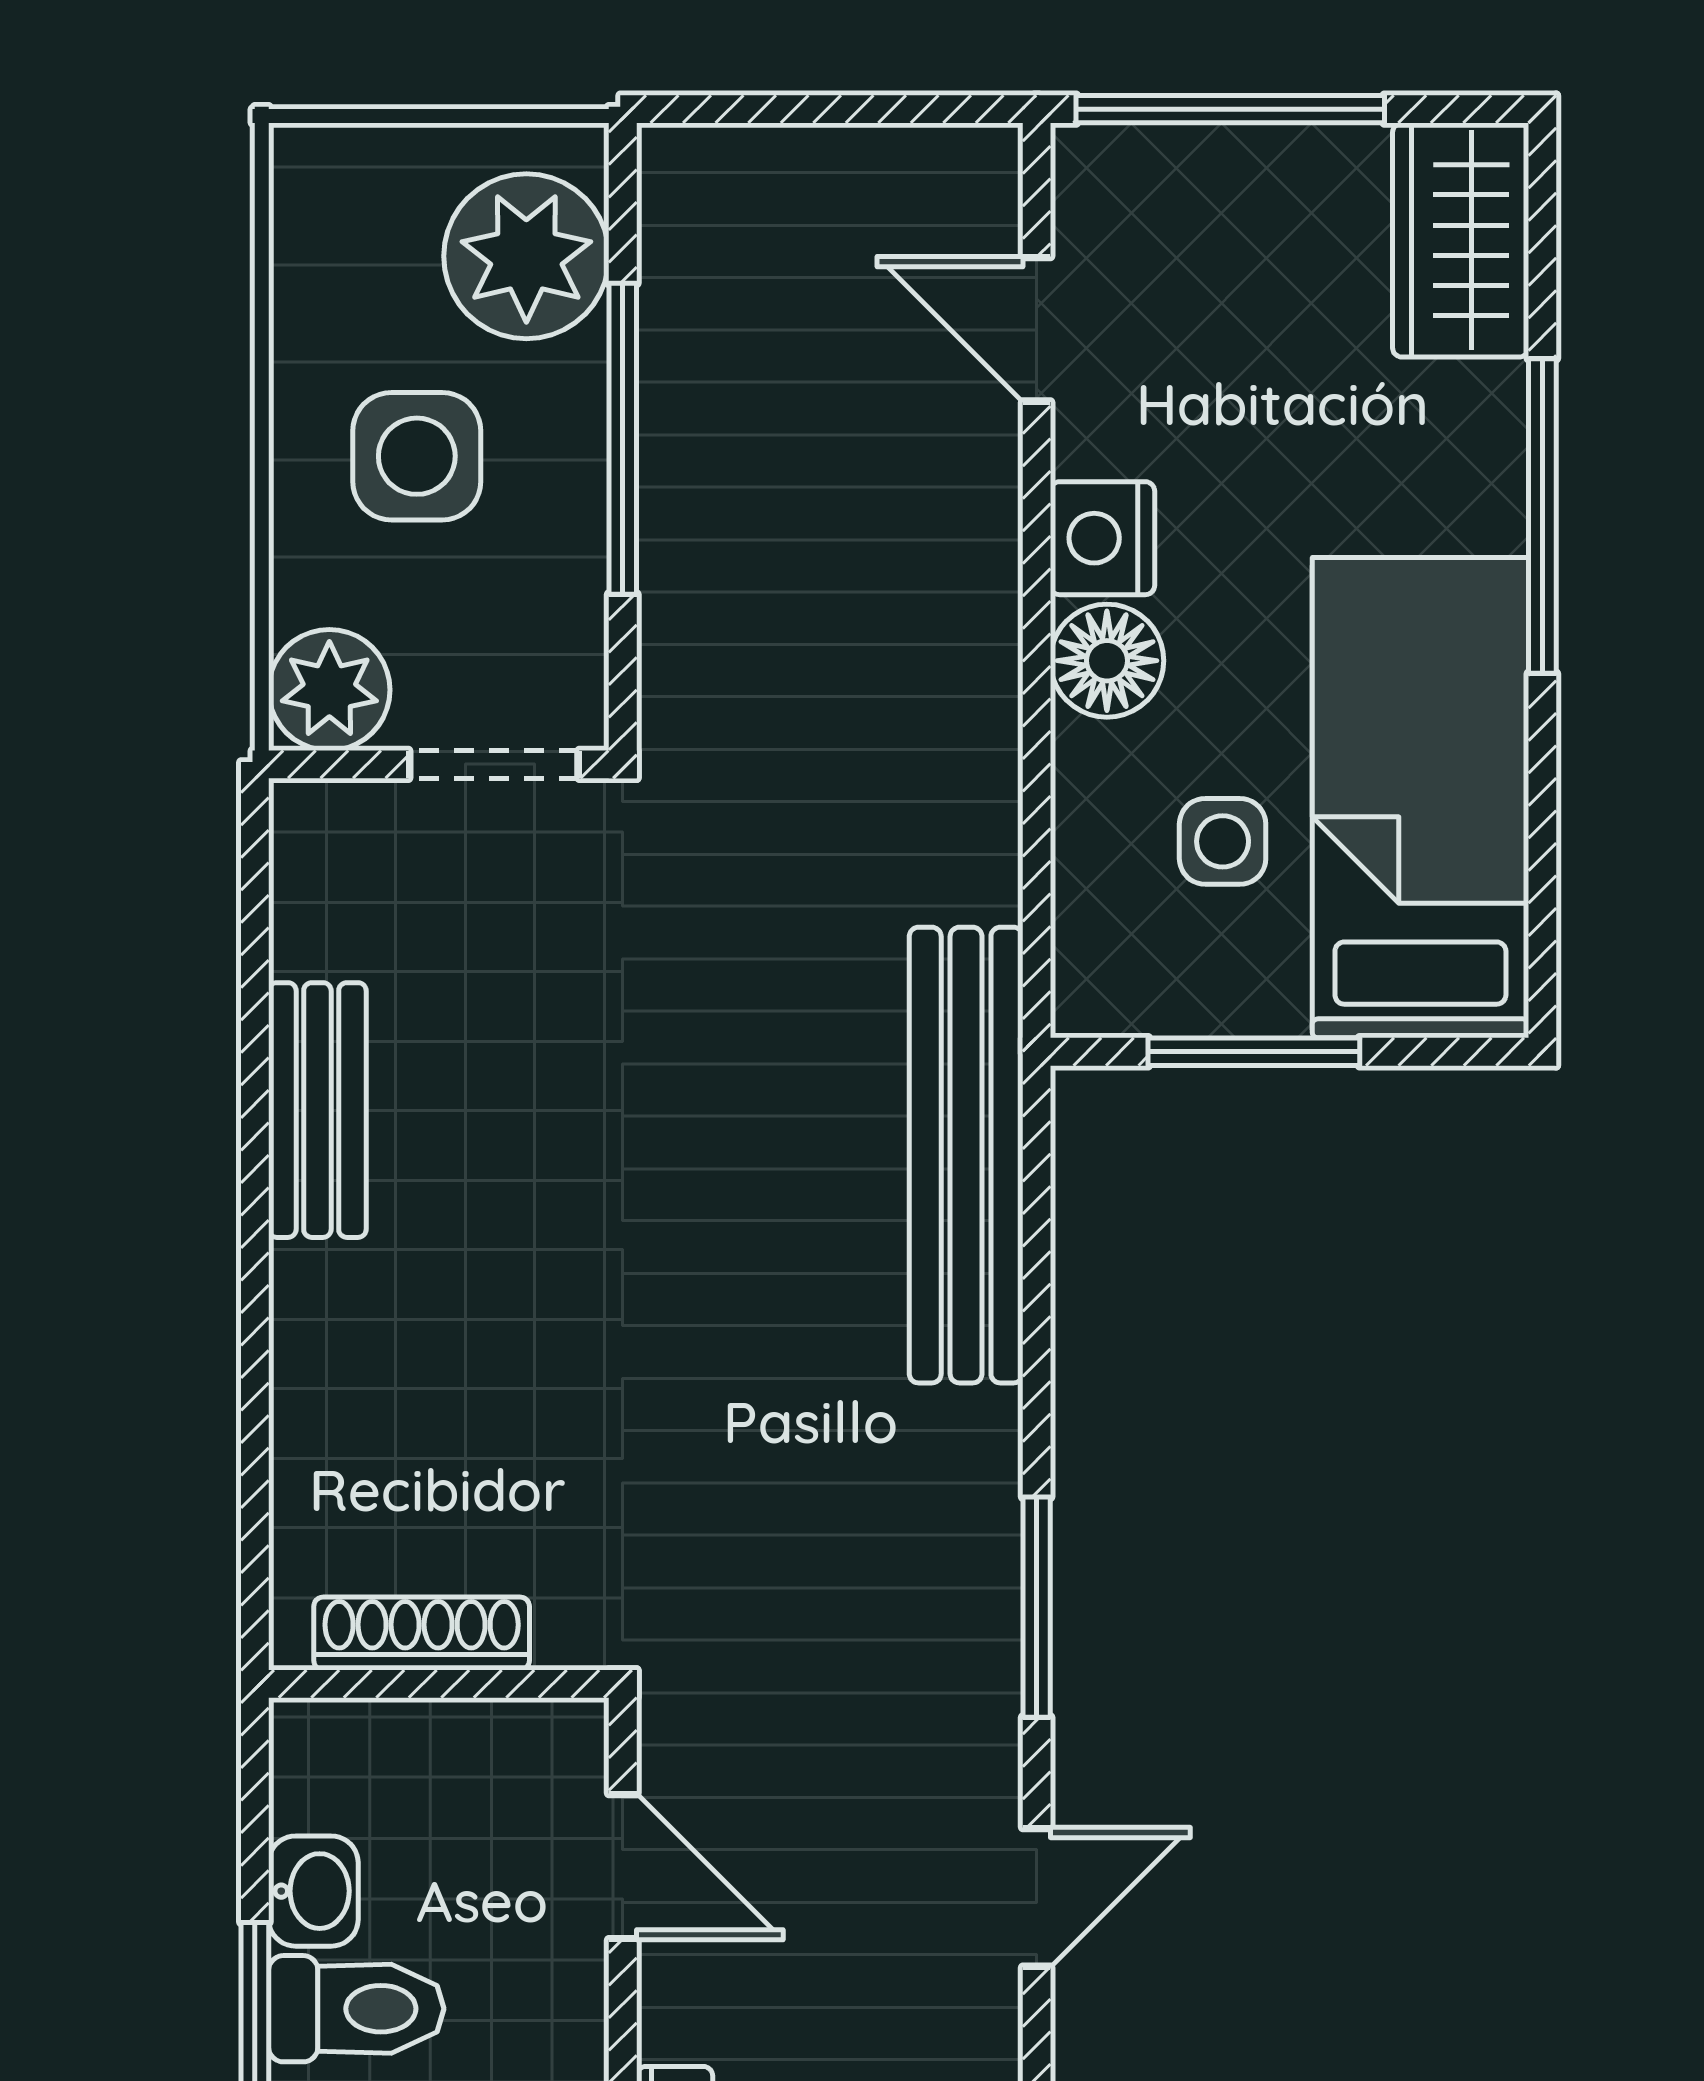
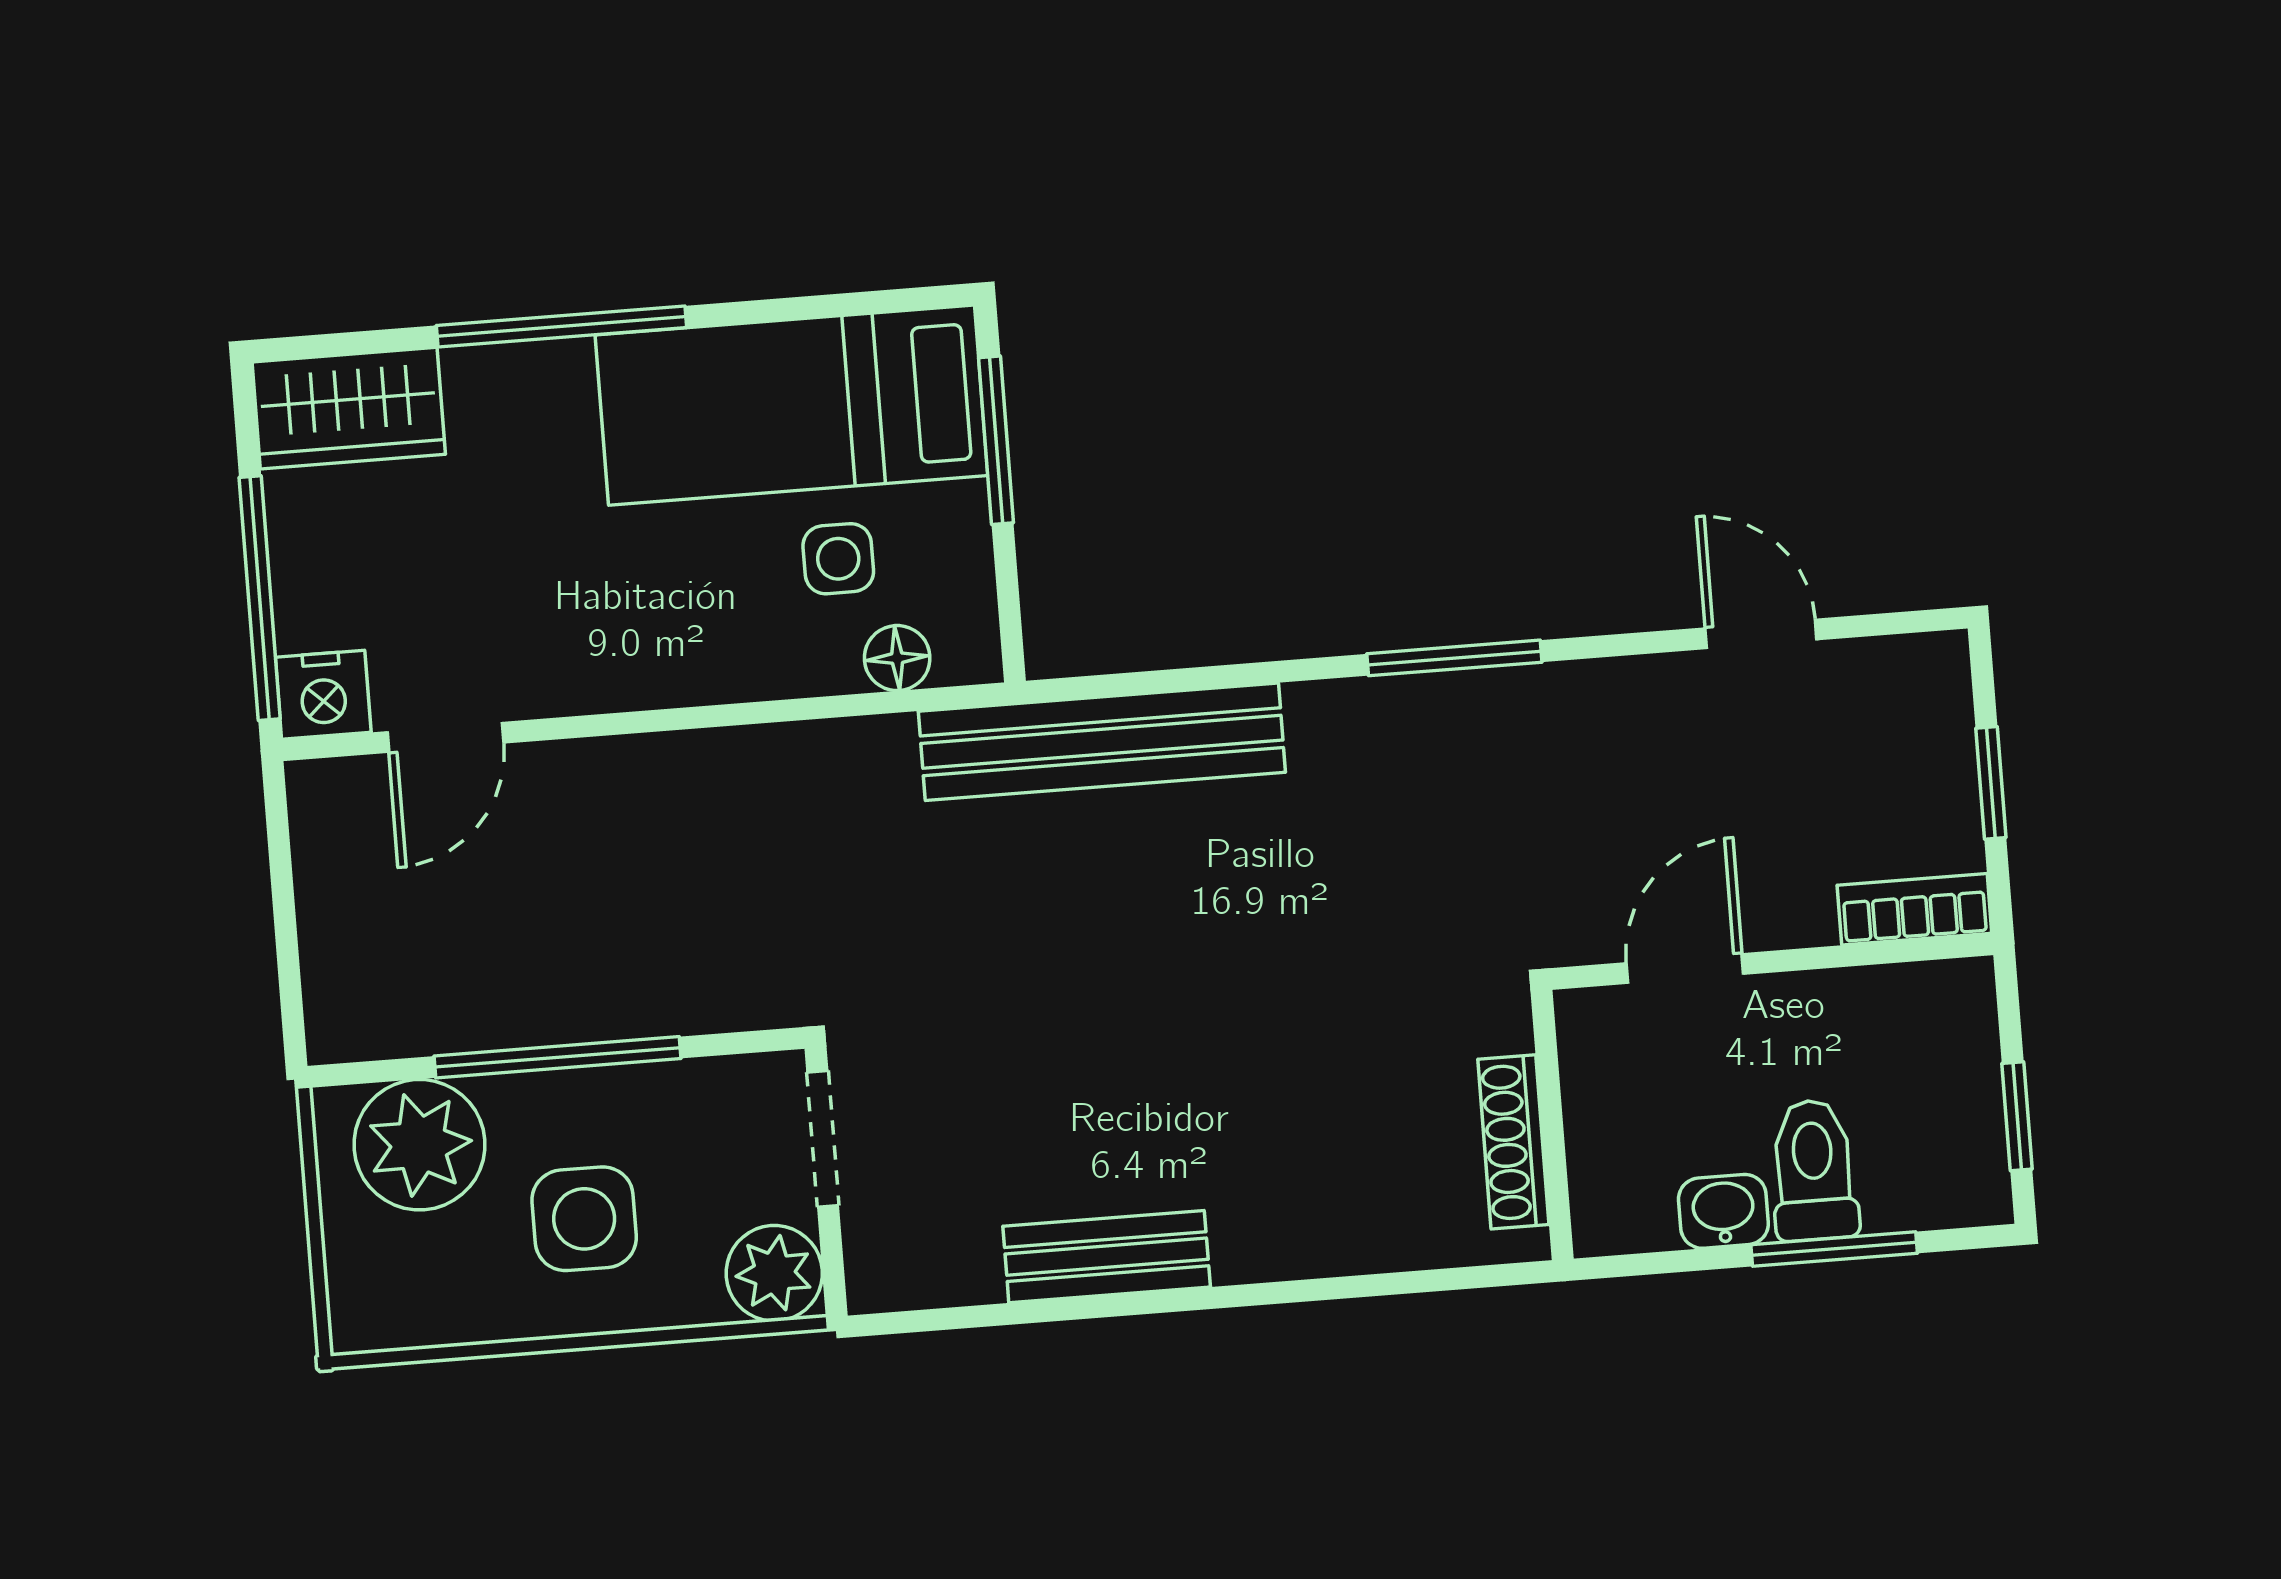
nightstand: (1102, 538) -> (323, 695), moved
floor lamp: (1107, 661) -> (897, 658), moved, width x0.73, depth x0.73
window: (1254, 1052) -> (996, 440), moved
door: (1037, 1897) -> (1761, 634), moved

